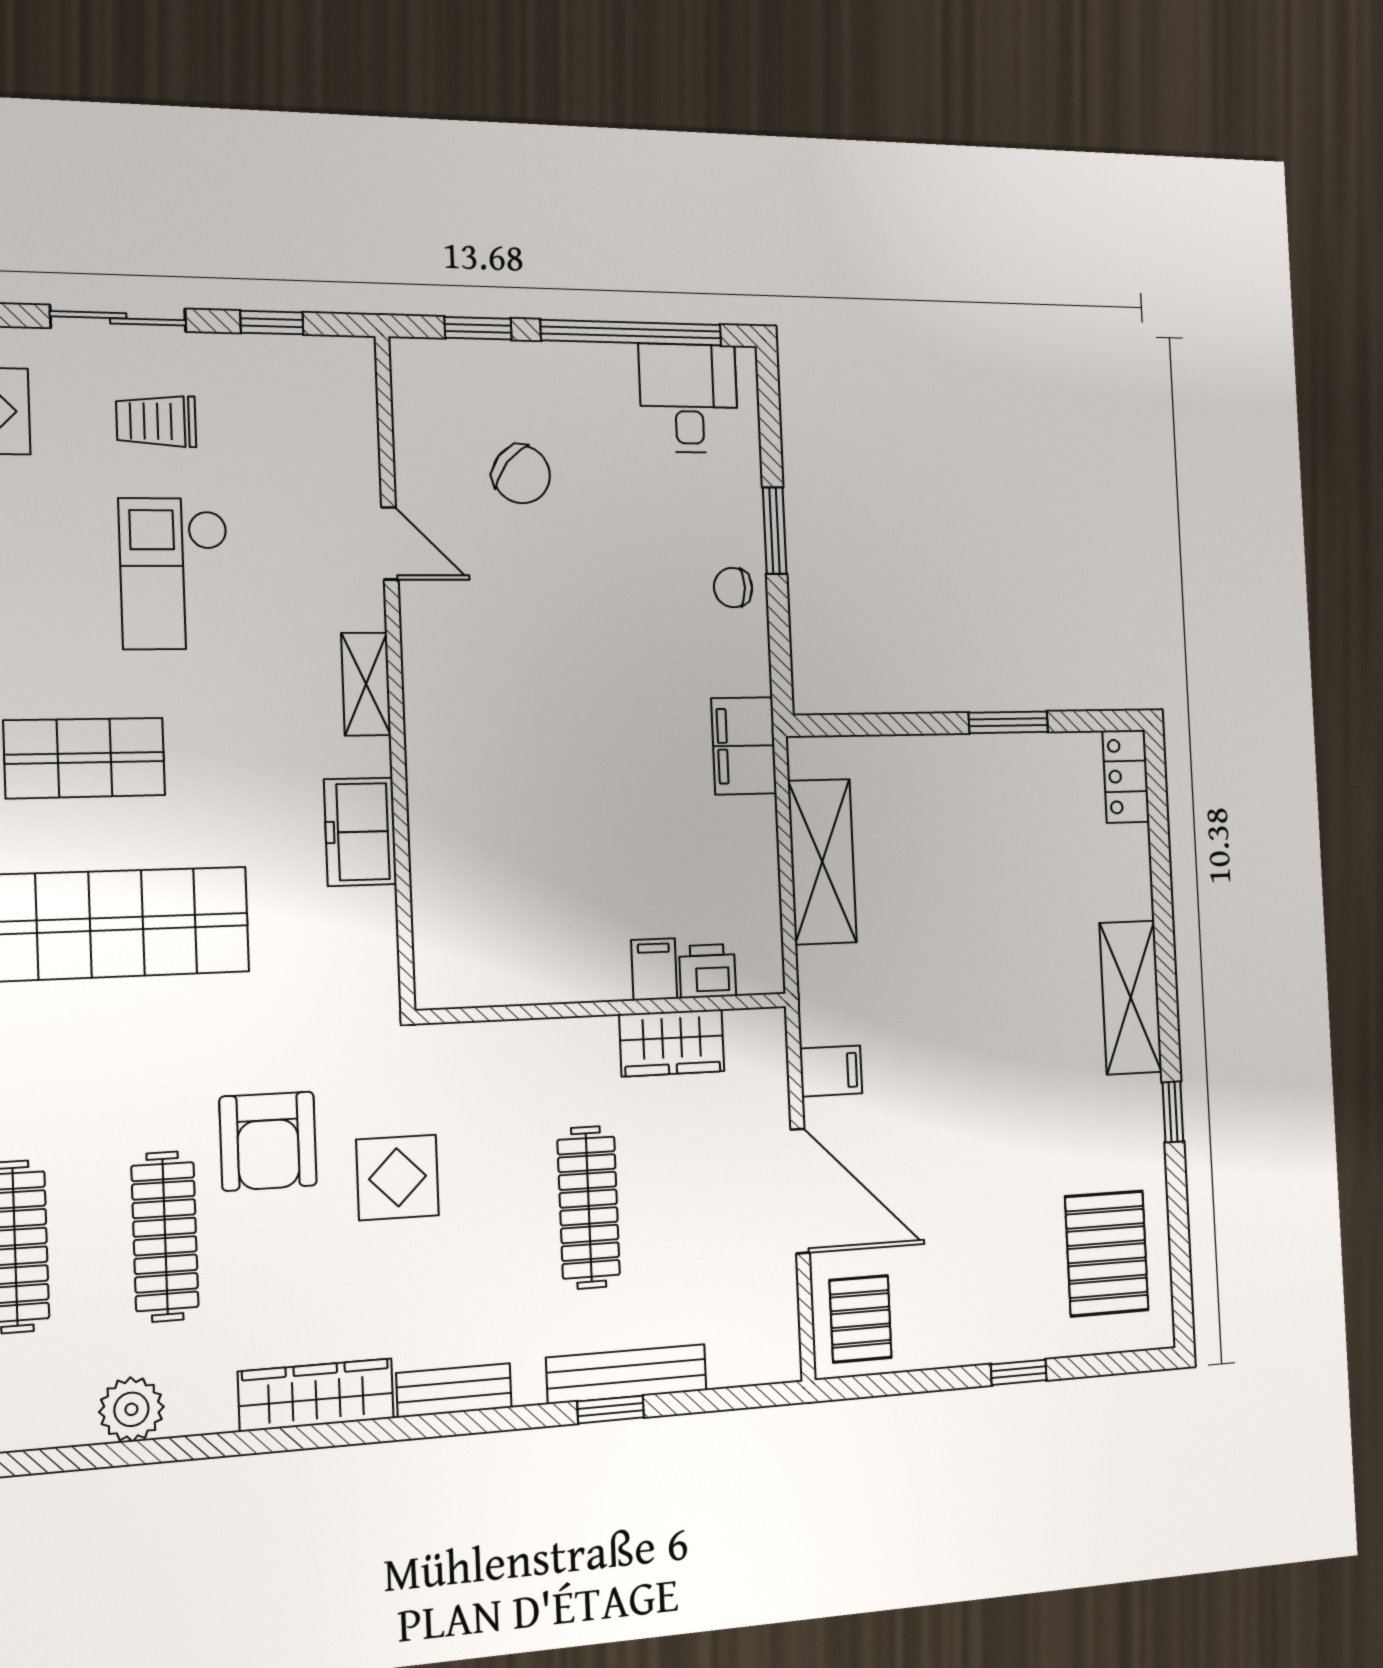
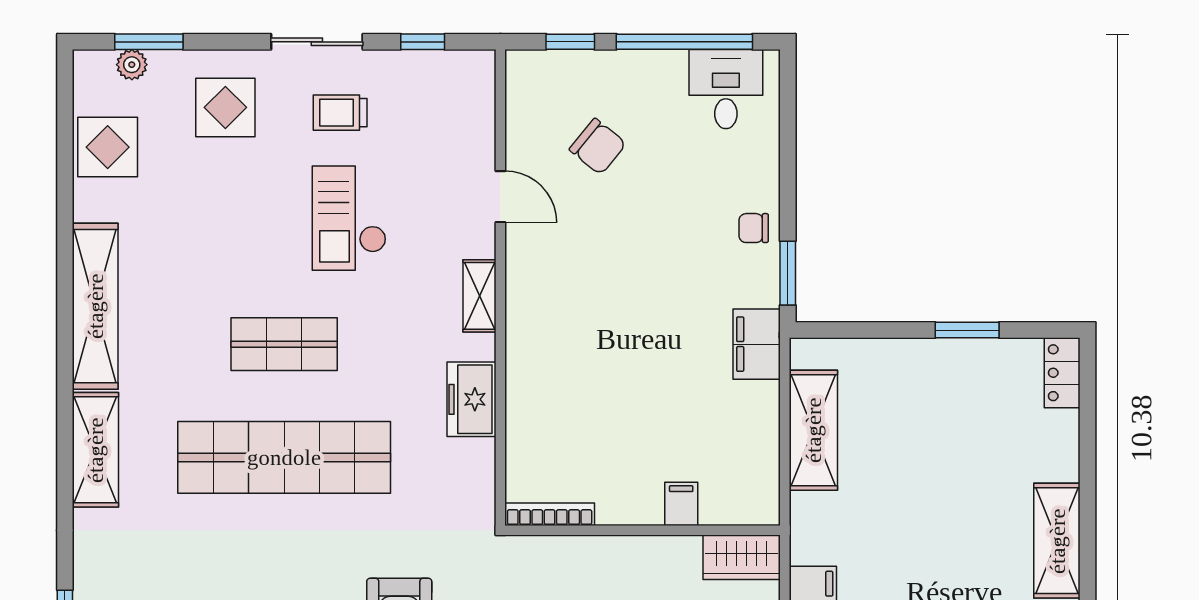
window: (775, 531) -> (788, 273), moved
printer: (708, 971) -> (721, 507), removed
bookcase: (476, 992) -> (550, 514), added
wardrobe: (672, 1043) -> (742, 557), moved

